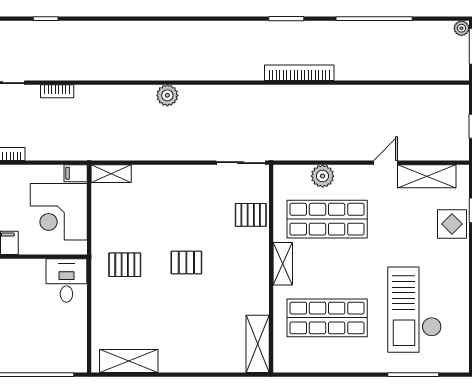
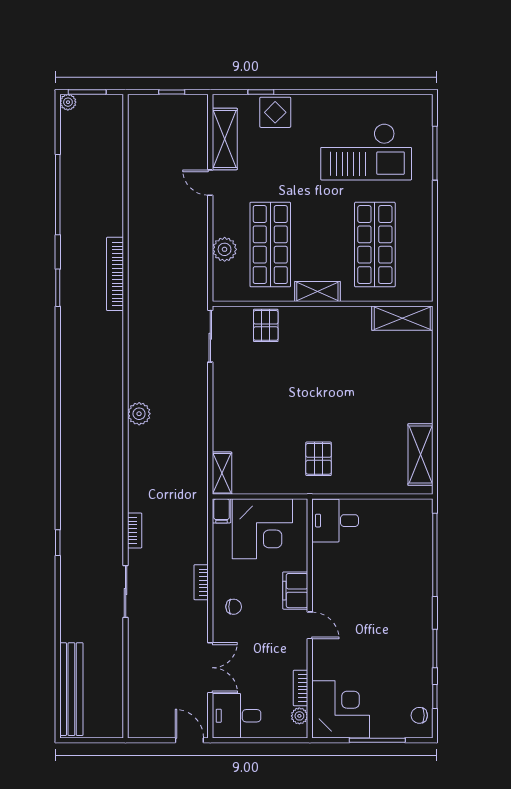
pallet: (186, 263) -> (316, 394), removed

